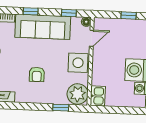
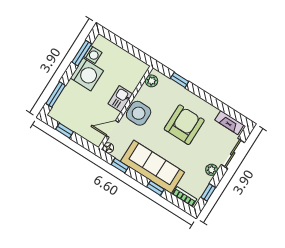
armchair: (37, 74) -> (184, 125), width x1.88, depth x1.88
plant: (78, 94) -> (152, 81), width x0.53, depth x0.53
kitchen sink: (98, 96) -> (120, 99), moved

